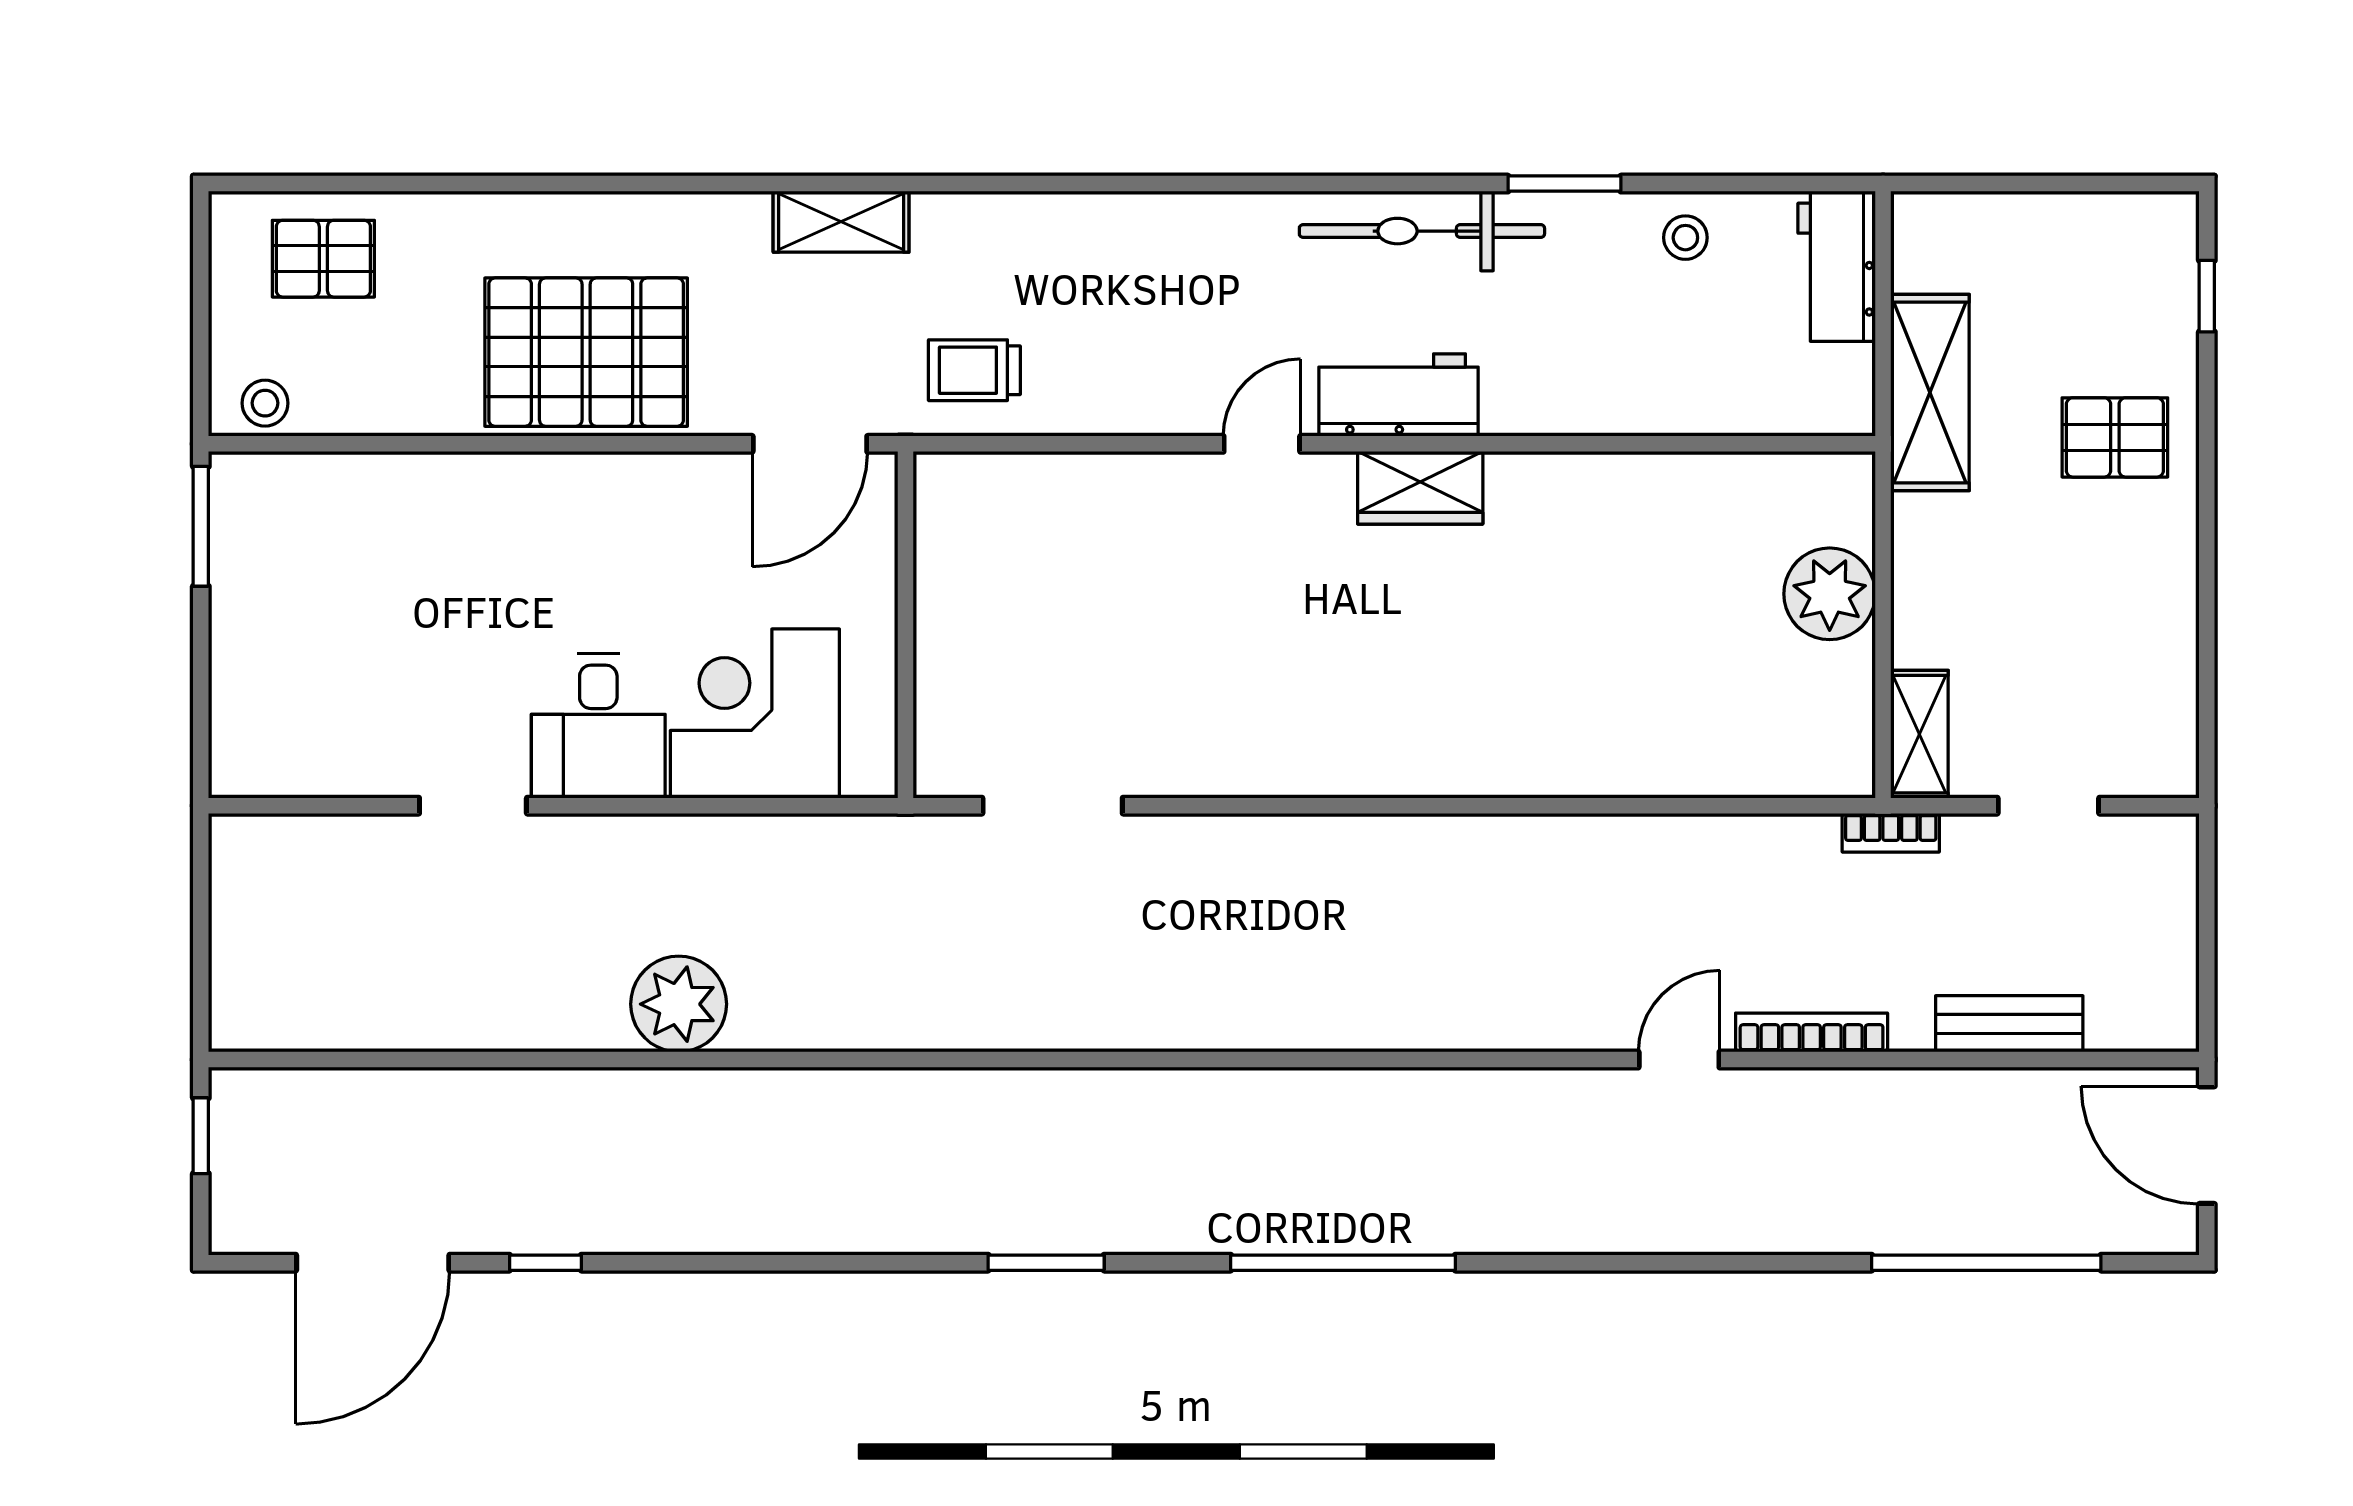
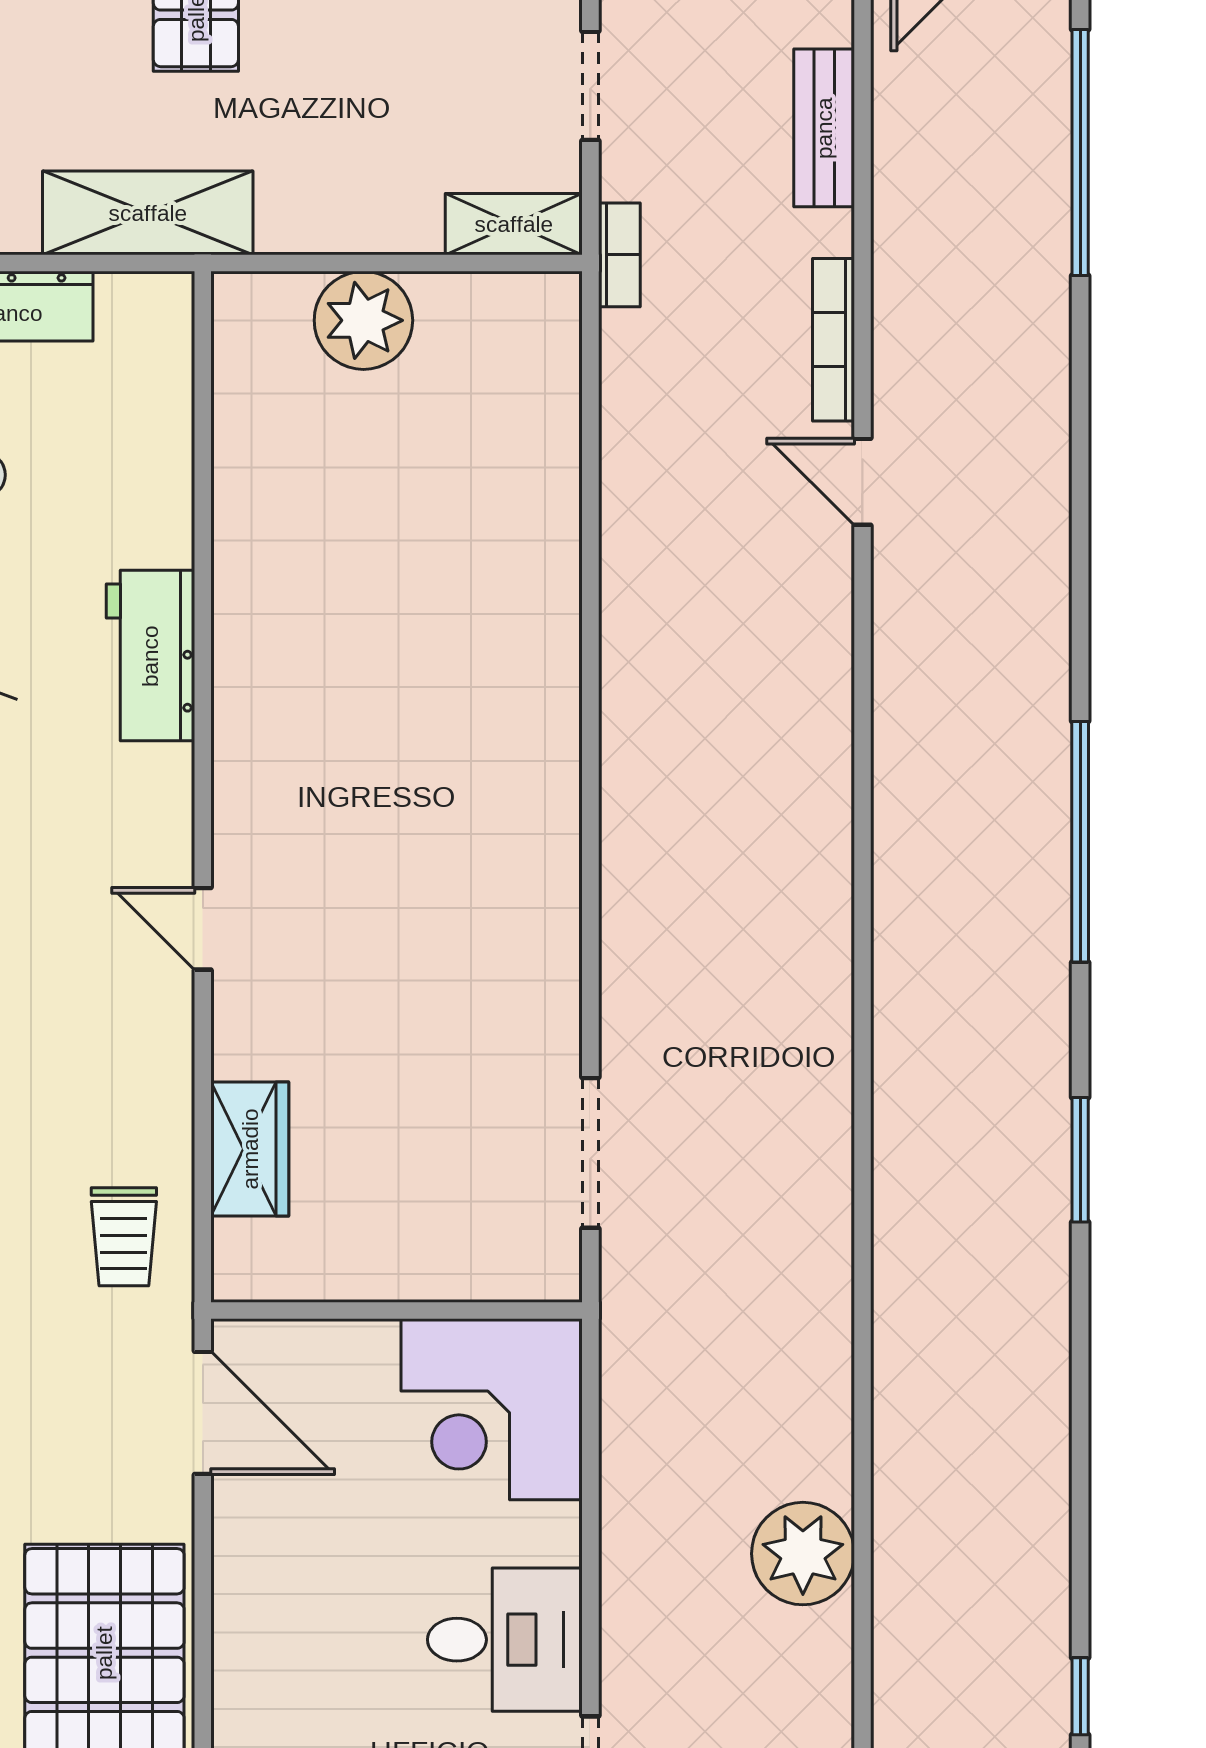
workbench: (1398, 395) -> (150, 656), moved
wardrobe: (1420, 488) -> (250, 1149), moved
corner desk: (755, 713) -> (492, 1409), moved

